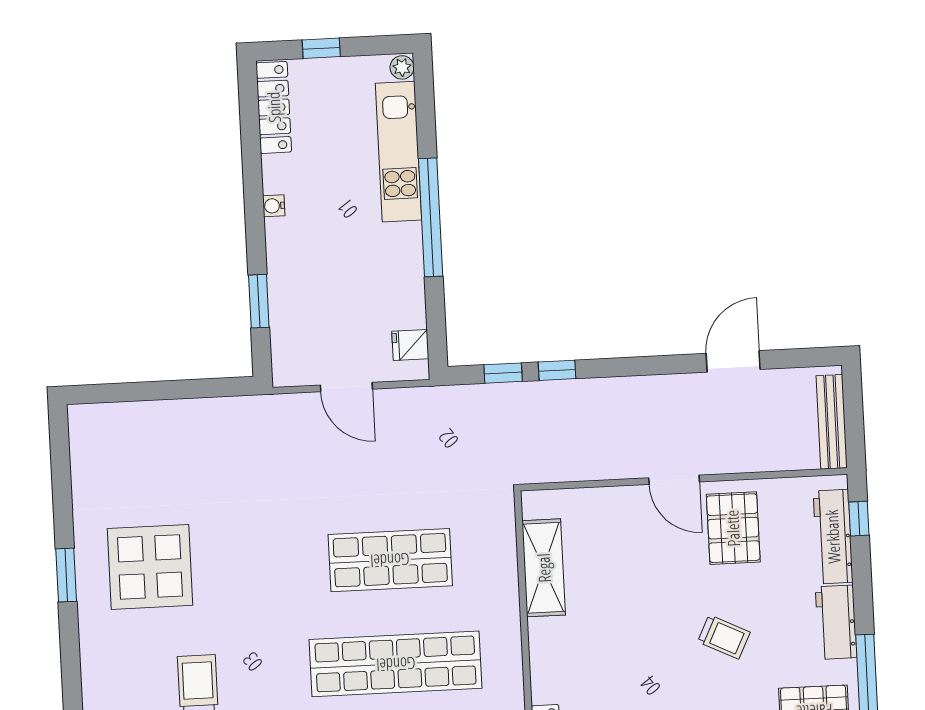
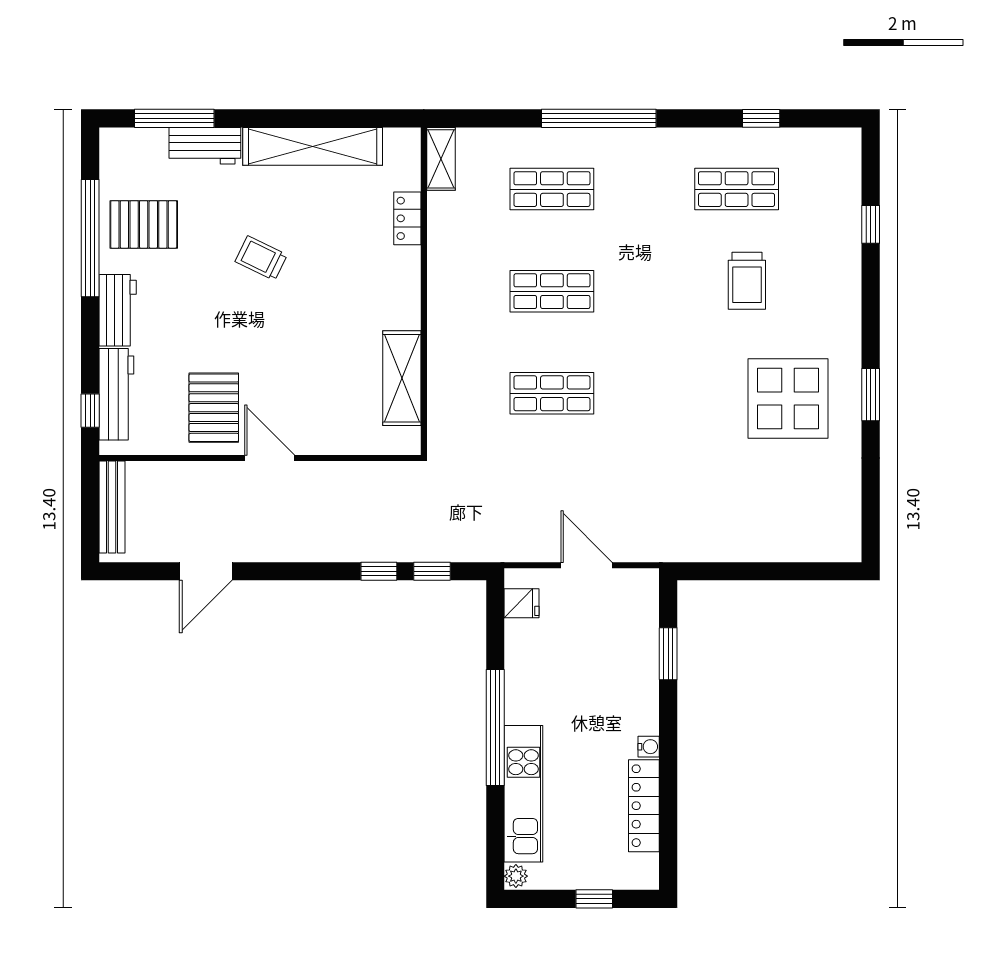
locker: (274, 107) -> (644, 806), moved
shop shelf: (390, 560) -> (552, 393), width x0.70, depth x0.74
trolley: (724, 637) -> (261, 258), moved
shop shelf: (396, 664) -> (552, 291), width x0.50, depth x0.74

